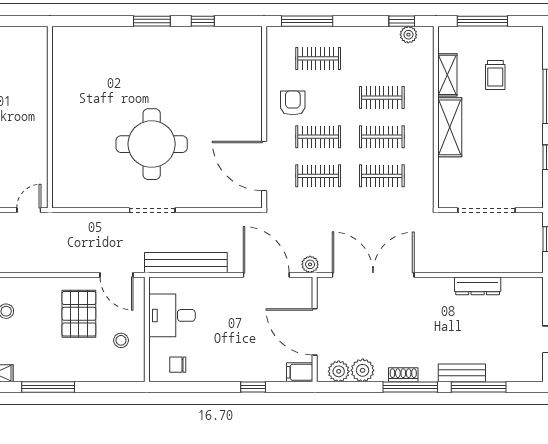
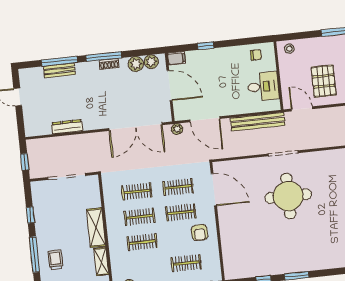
trolley: (495, 75) -> (55, 260), moved
stool: (121, 340) -> (289, 49), moved
bench: (462, 373) -> (59, 70), moved

